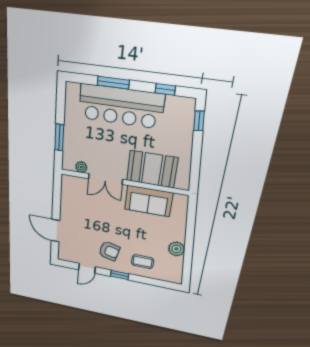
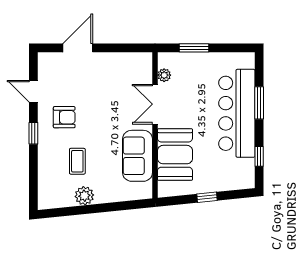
window: (199, 121) -> (207, 197), moved
armchair: (109, 251) -> (64, 117), turned -104
coffee table: (143, 262) -> (77, 161), moved

